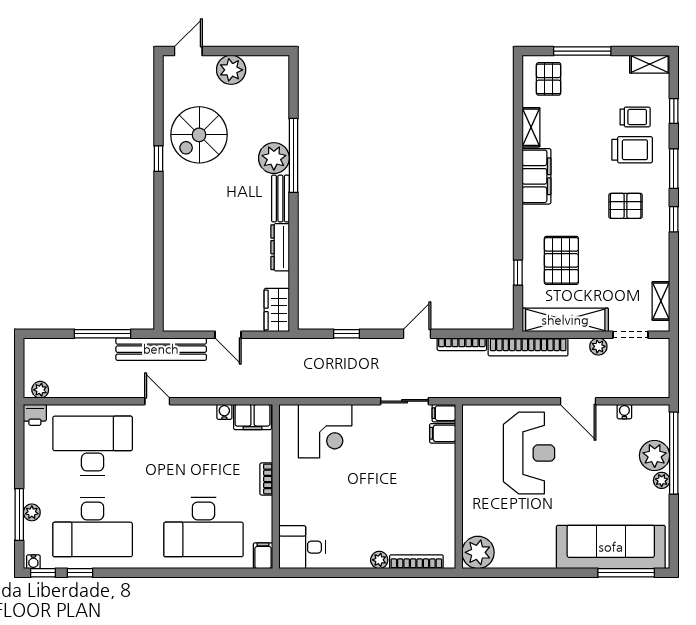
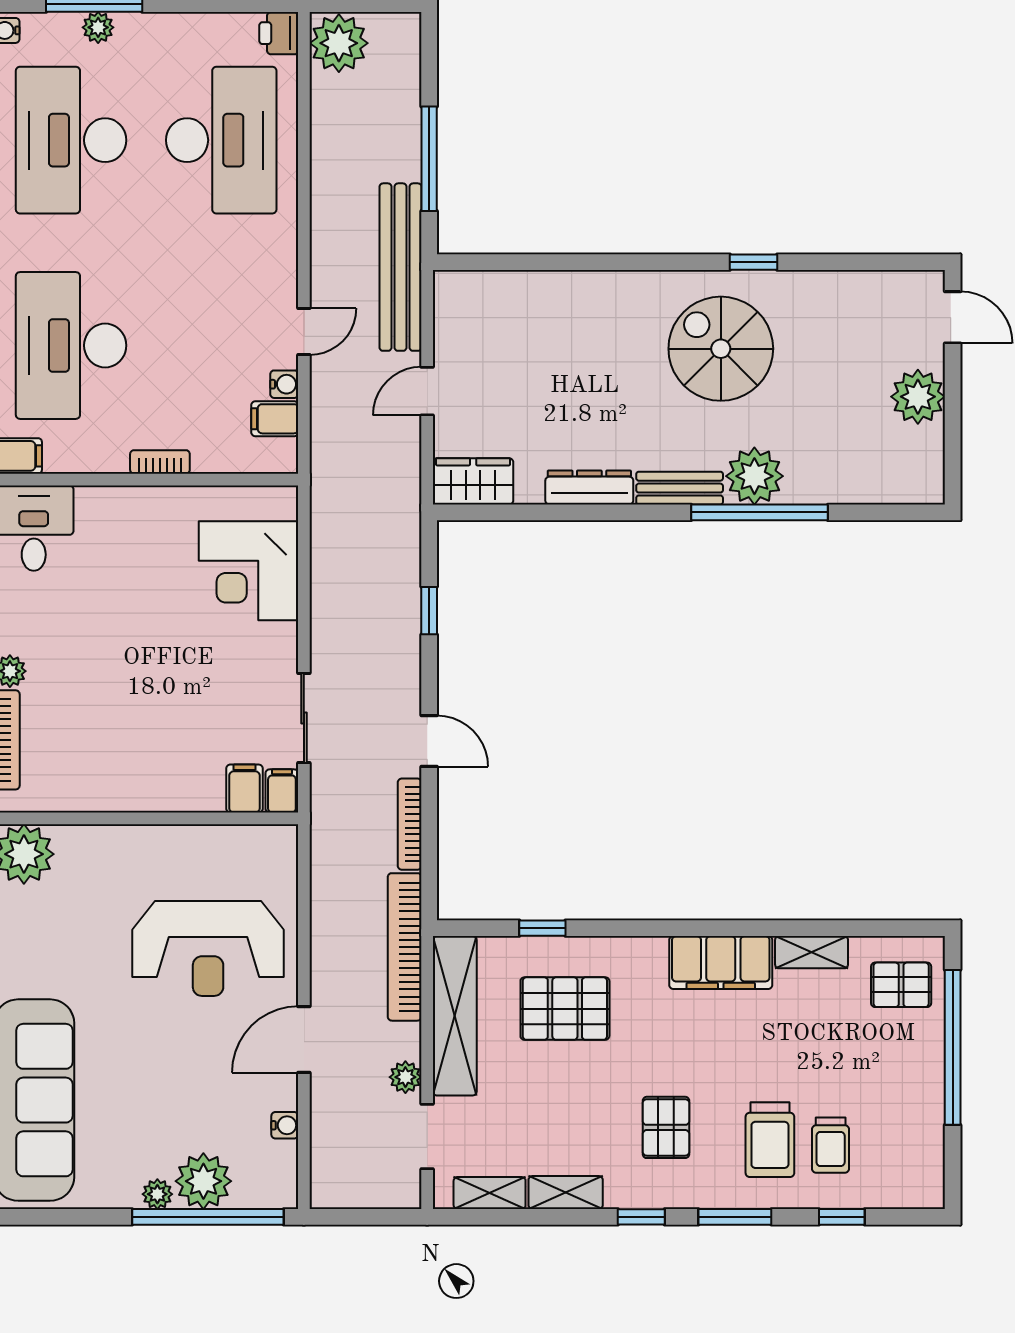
window: (582, 51) -> (953, 1047), width x1.46
shelving: (650, 64) -> (566, 1192), moved, turned 90
spiral stairs: (199, 135) -> (721, 349), moved
plant: (40, 390) -> (339, 43), width x1.87, depth x1.87
door: (157, 401) -> (304, 331), moved
filing cabinet: (252, 417) -> (275, 419), width x0.50

